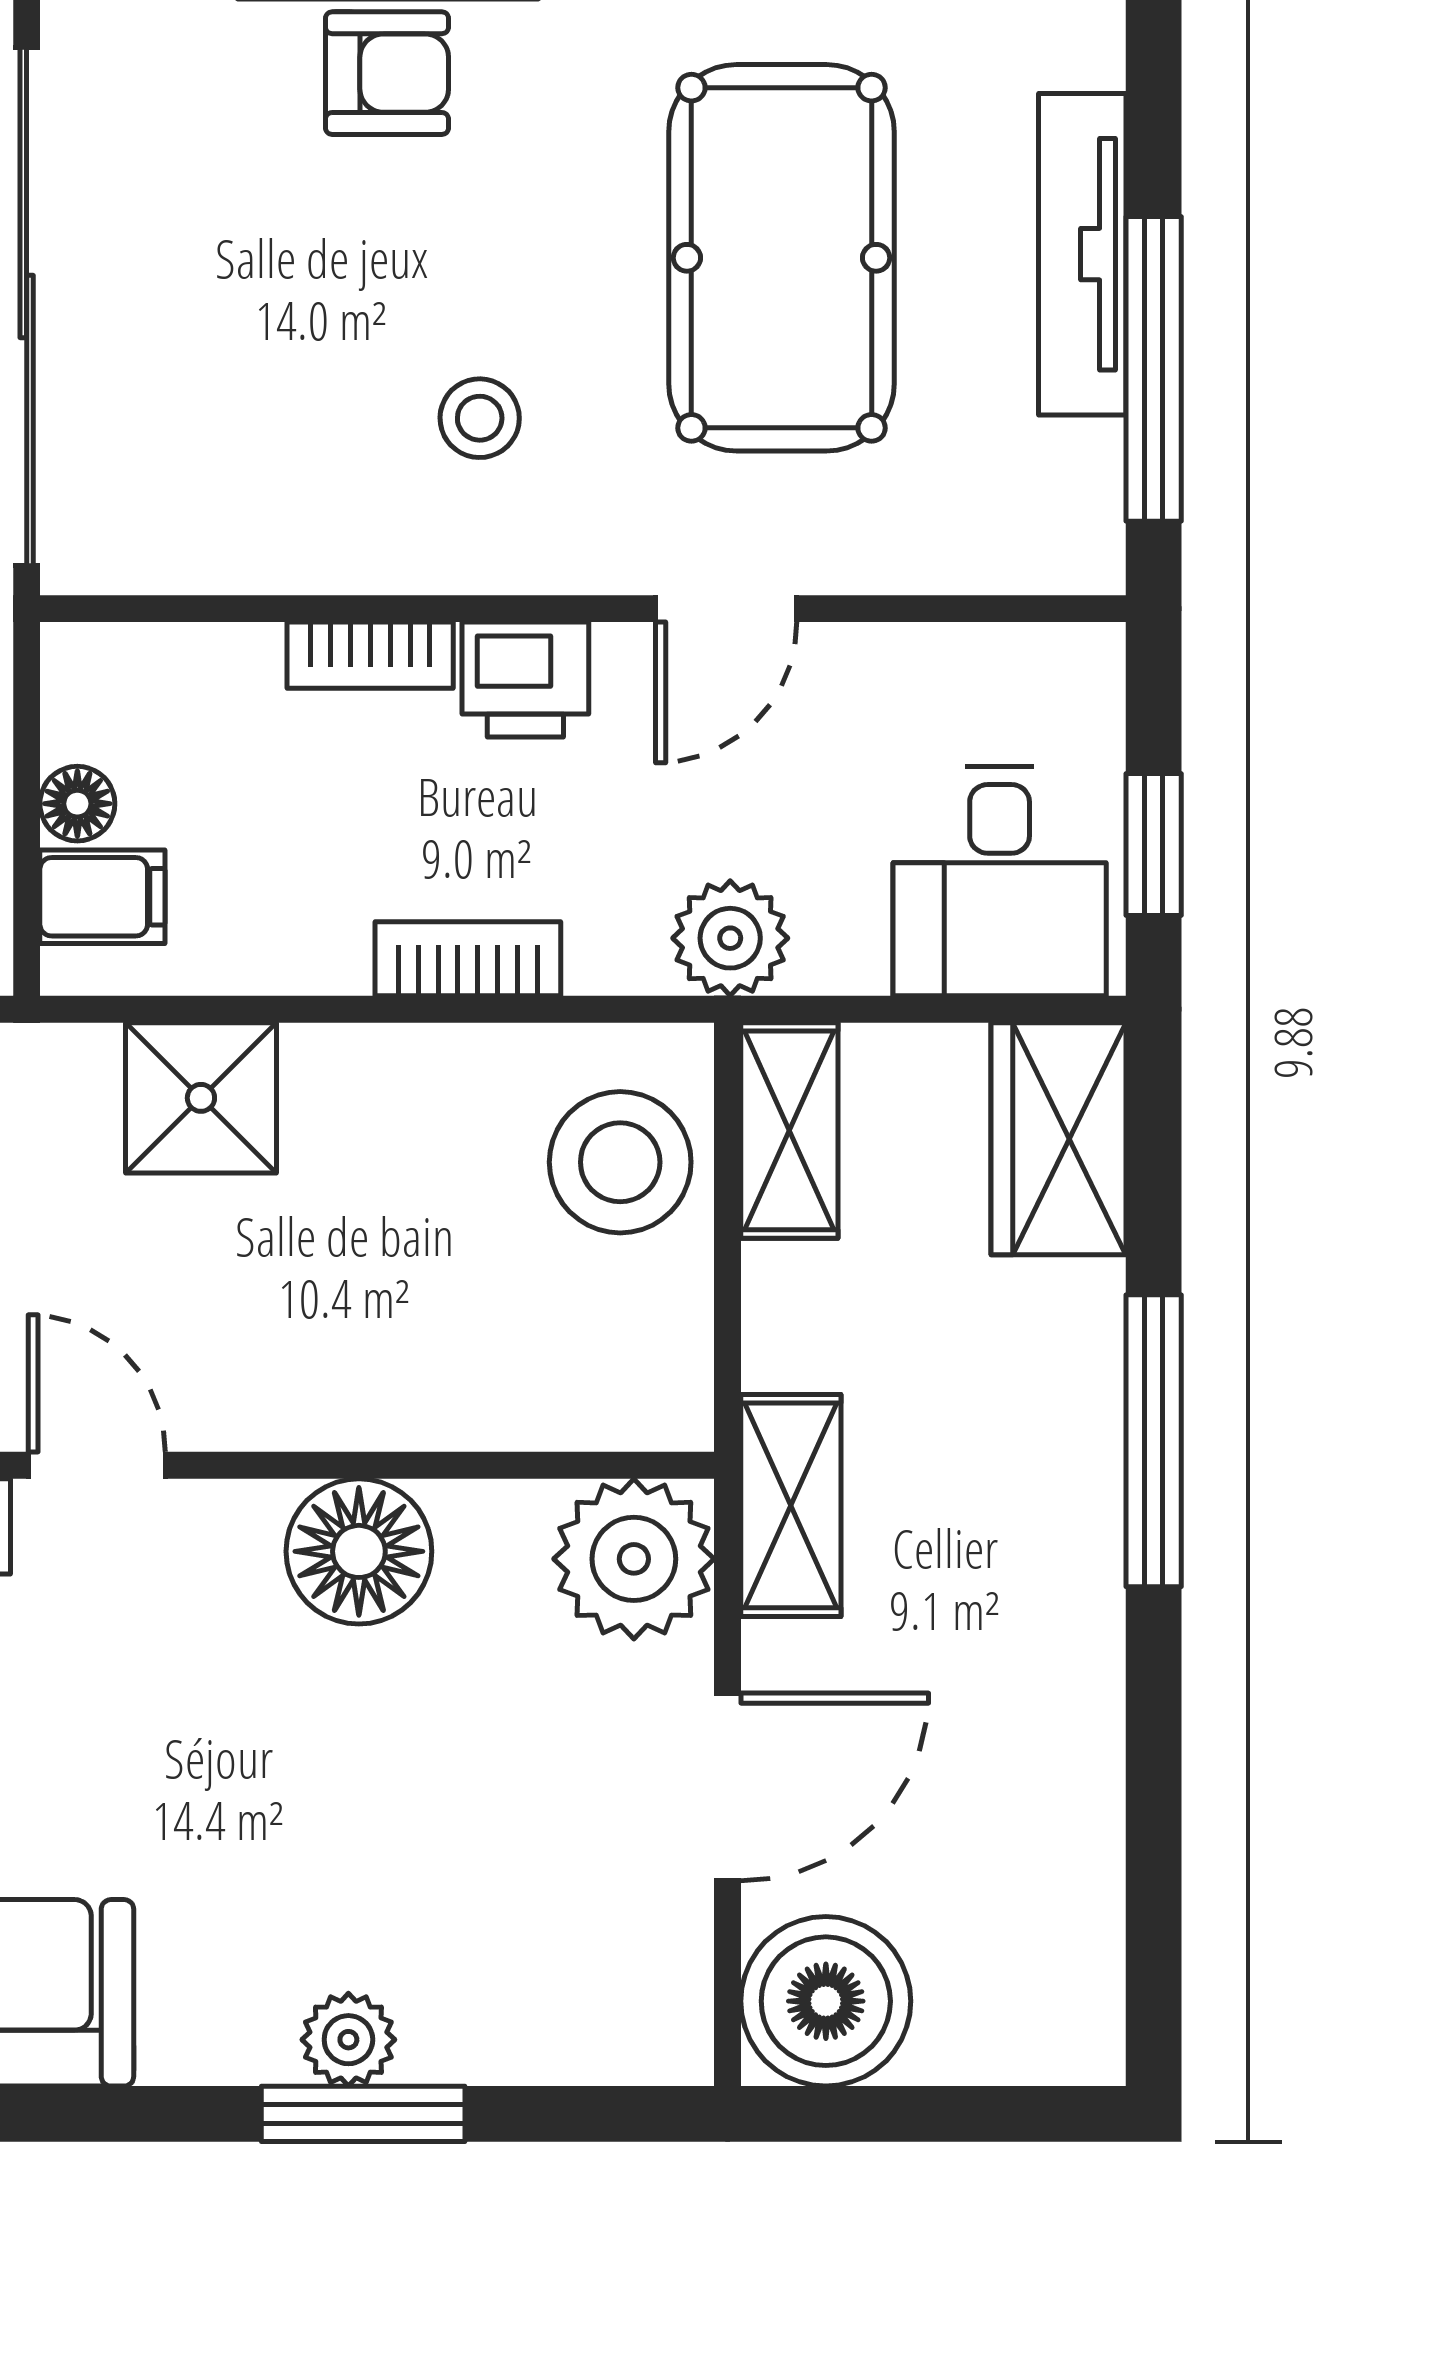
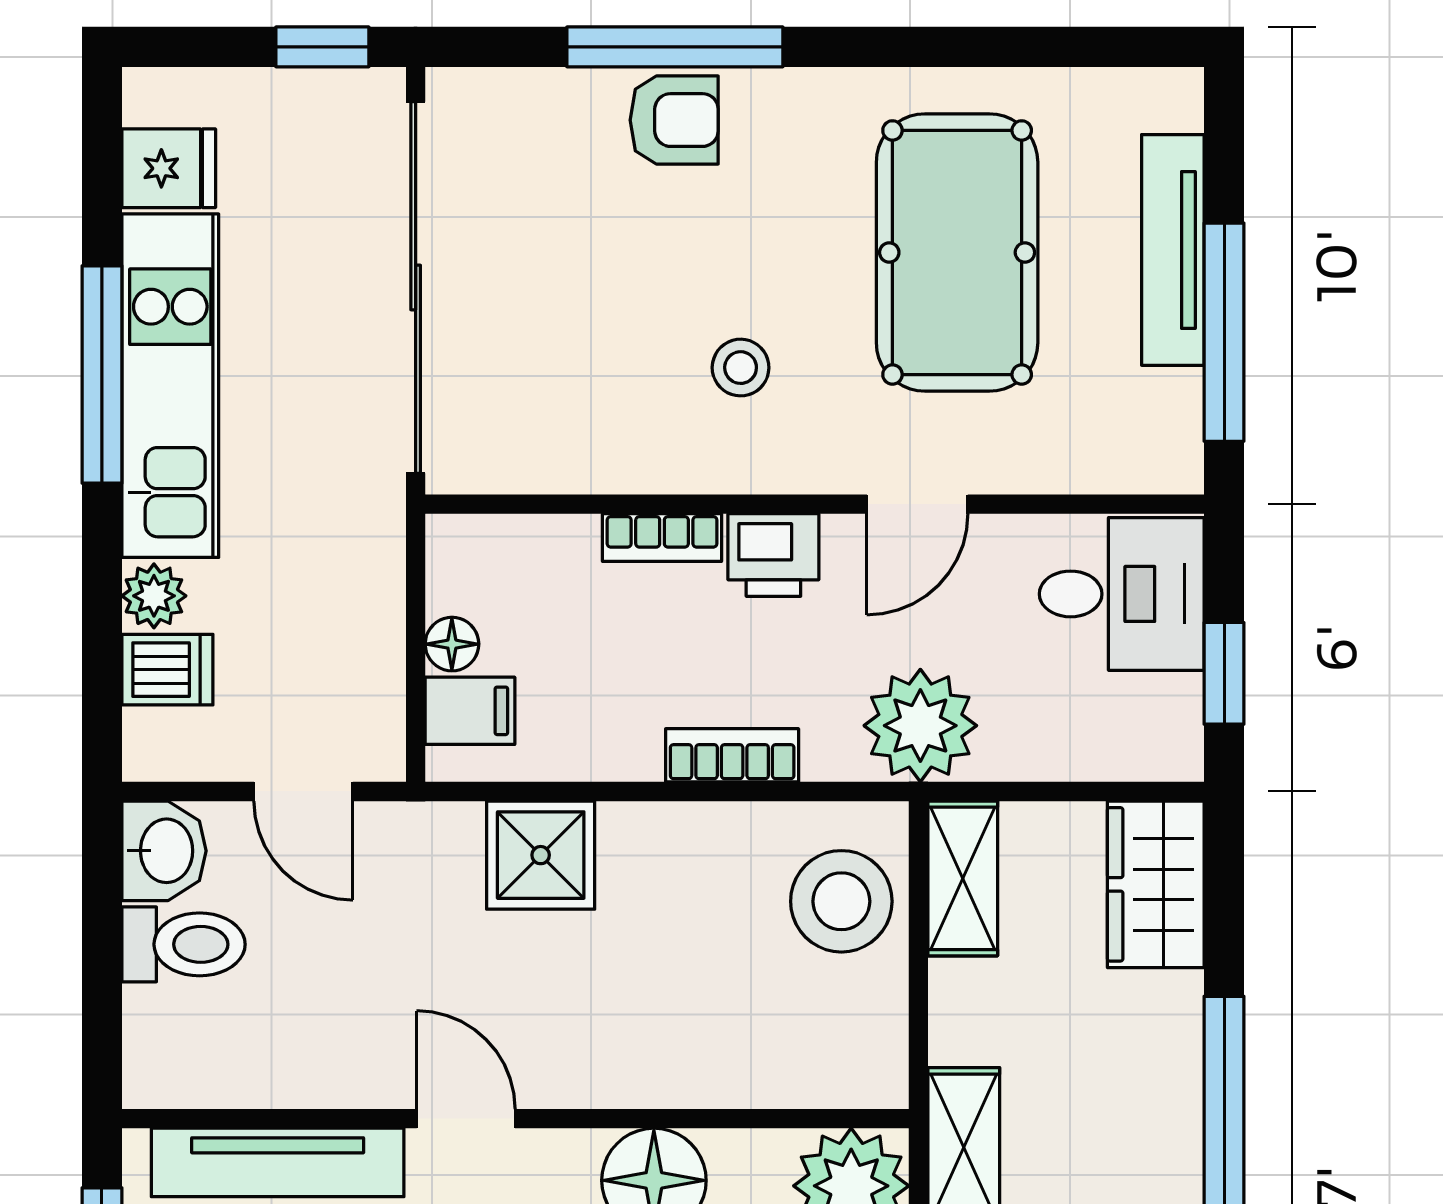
desk: (1000, 881) -> (1122, 594), moved, turned -90
plant: (730, 938) -> (920, 726), width x1.36, depth x1.36

